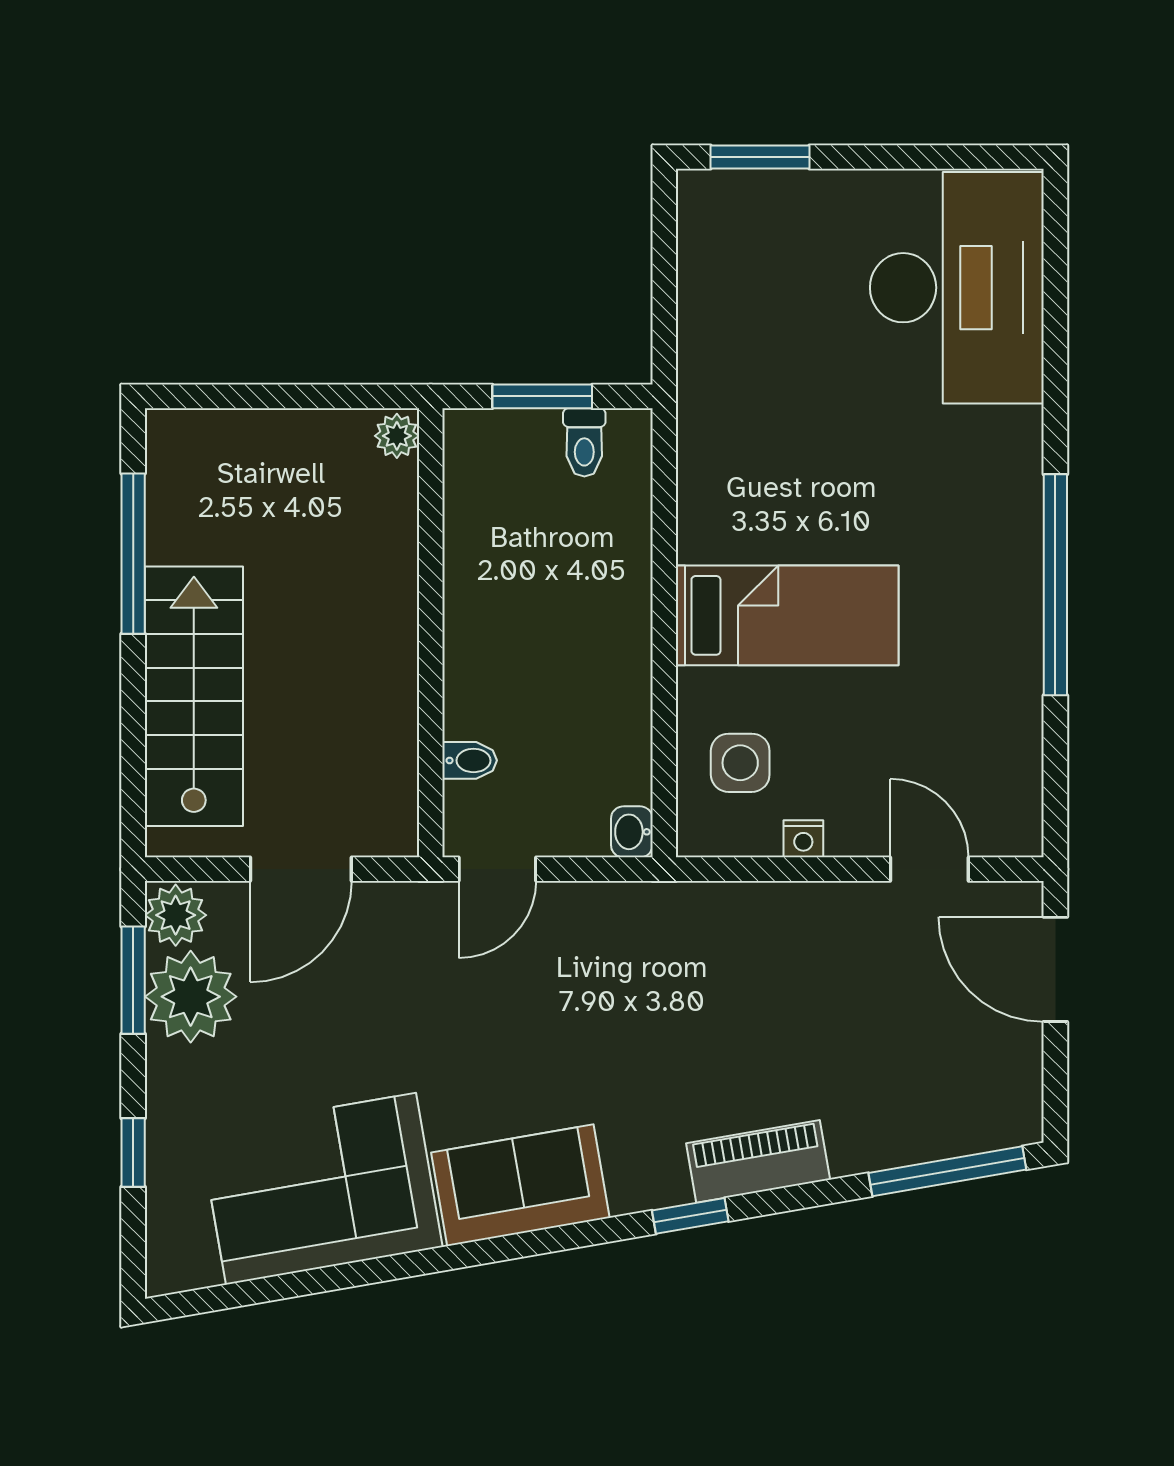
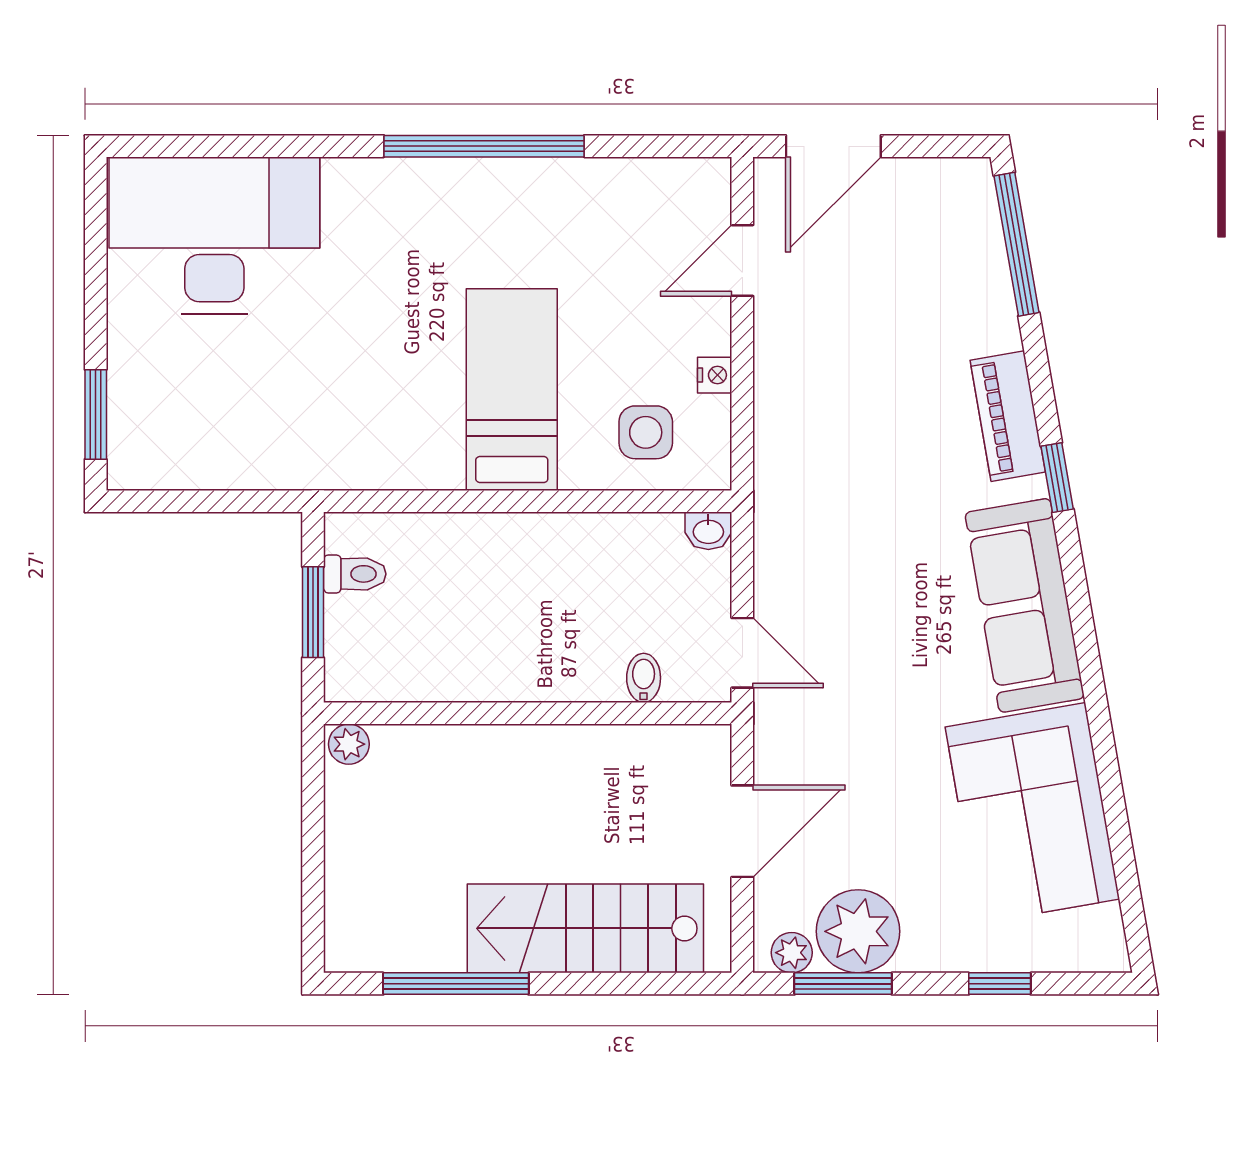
door: (301, 869) -> (742, 831), hinge flipped
plant: (176, 915) -> (792, 953), width x0.73, depth x0.73
sofa: (520, 1185) -> (1025, 605), width x1.36

